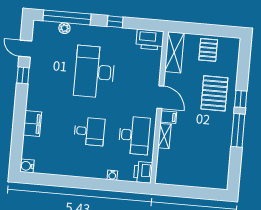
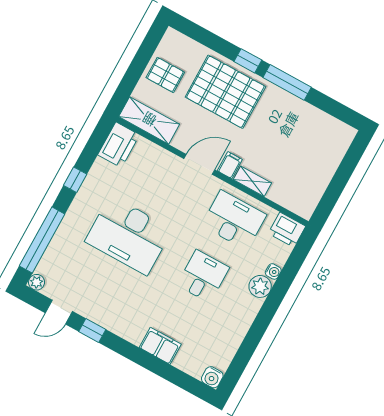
plant: (64, 28) -> (37, 282), moved
pallet: (214, 93) -> (225, 92), width x1.37, depth x1.41
plant: (99, 171) -> (260, 286), added

